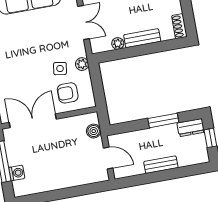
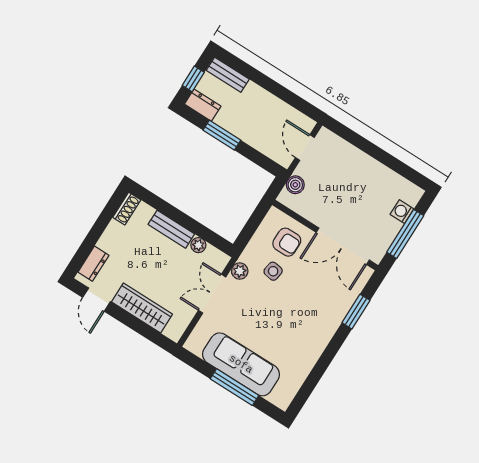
plant: (82, 64) -> (240, 271), moved
bench: (161, 165) -> (228, 75), moved

